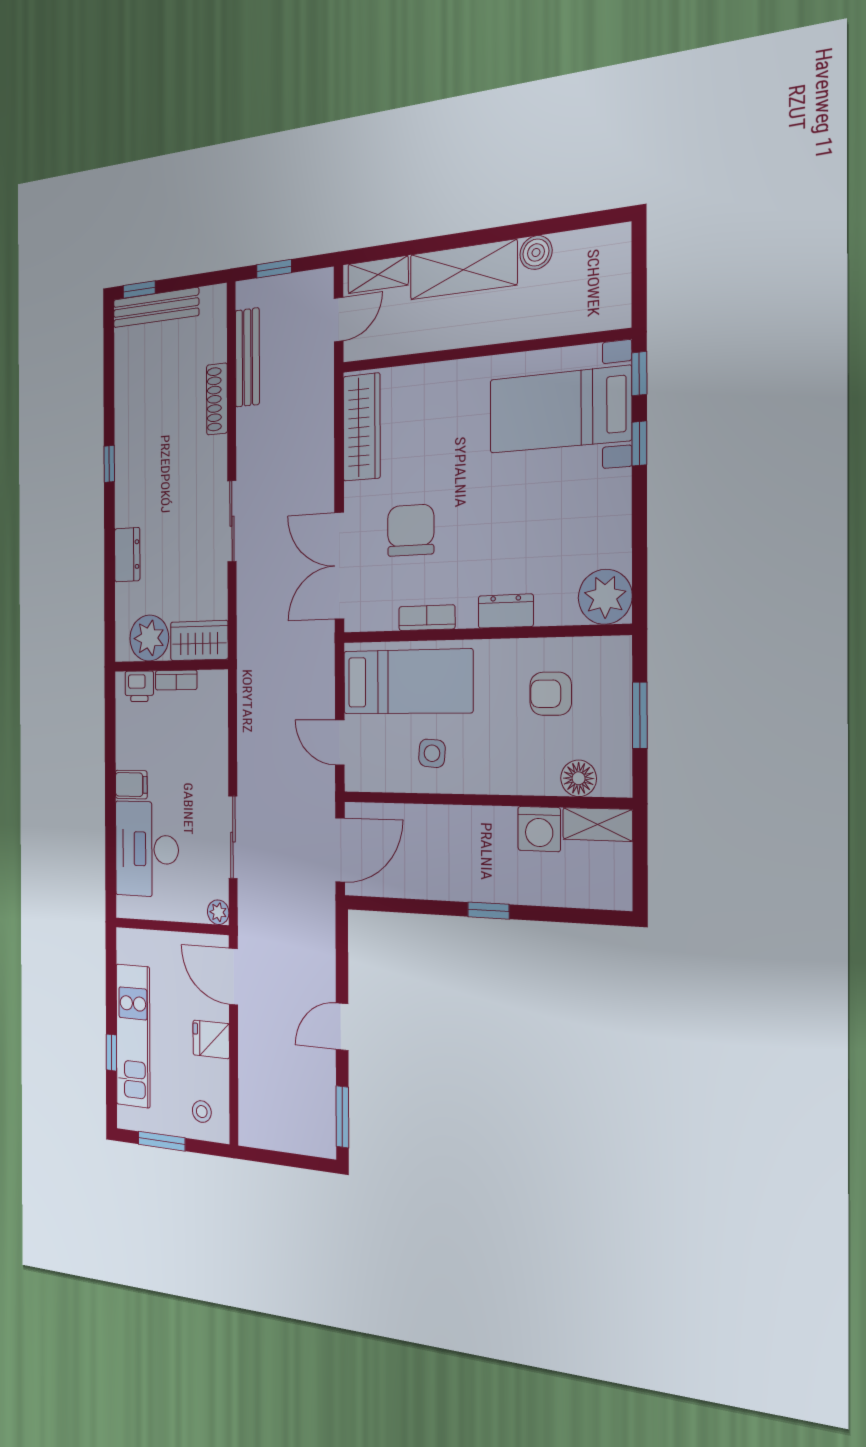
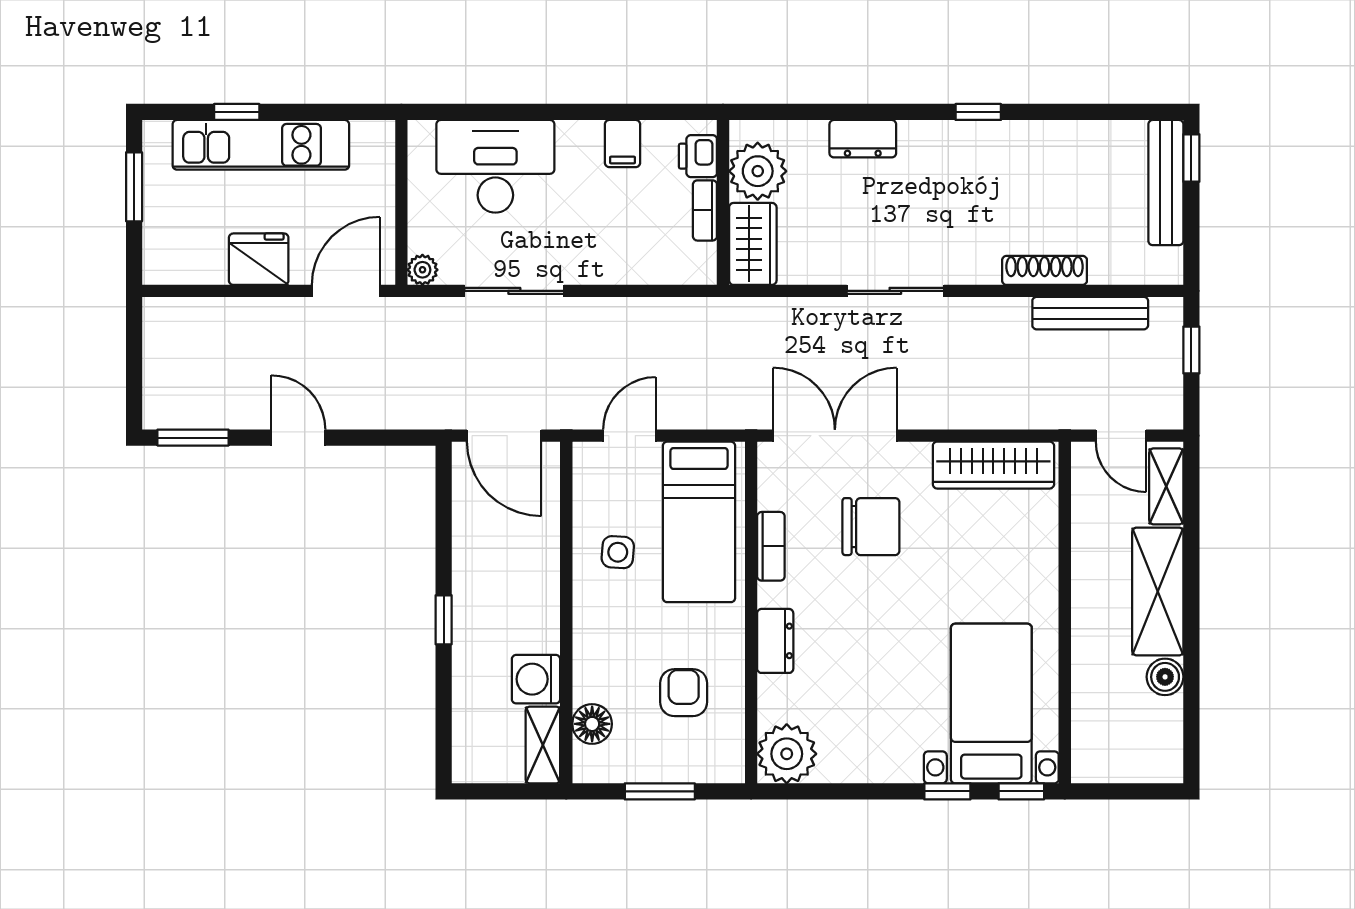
filing cabinet: (131, 785) -> (623, 144), moved
fridge: (211, 1039) -> (259, 259), width x1.38
stool: (202, 1112) -> (177, 245), removed

